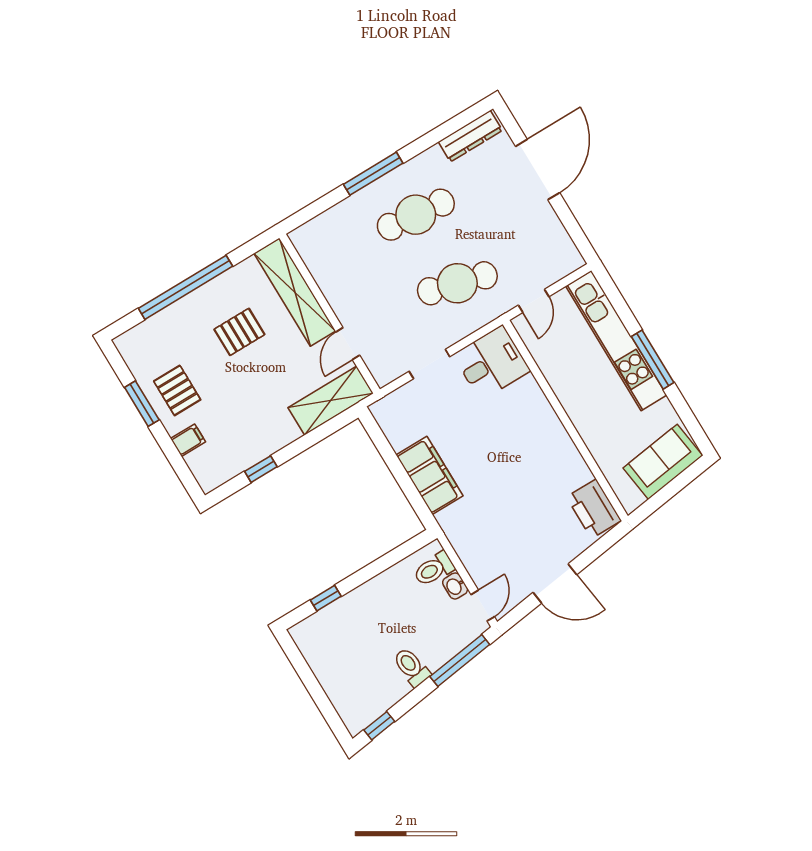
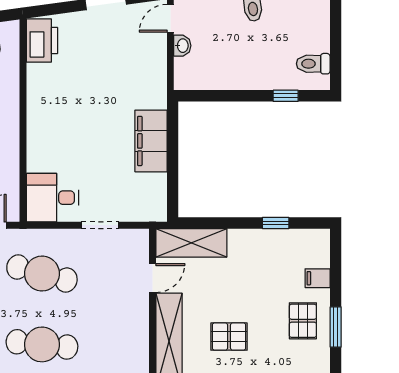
toilet: (434, 569) -> (313, 64), moved, turned 180

